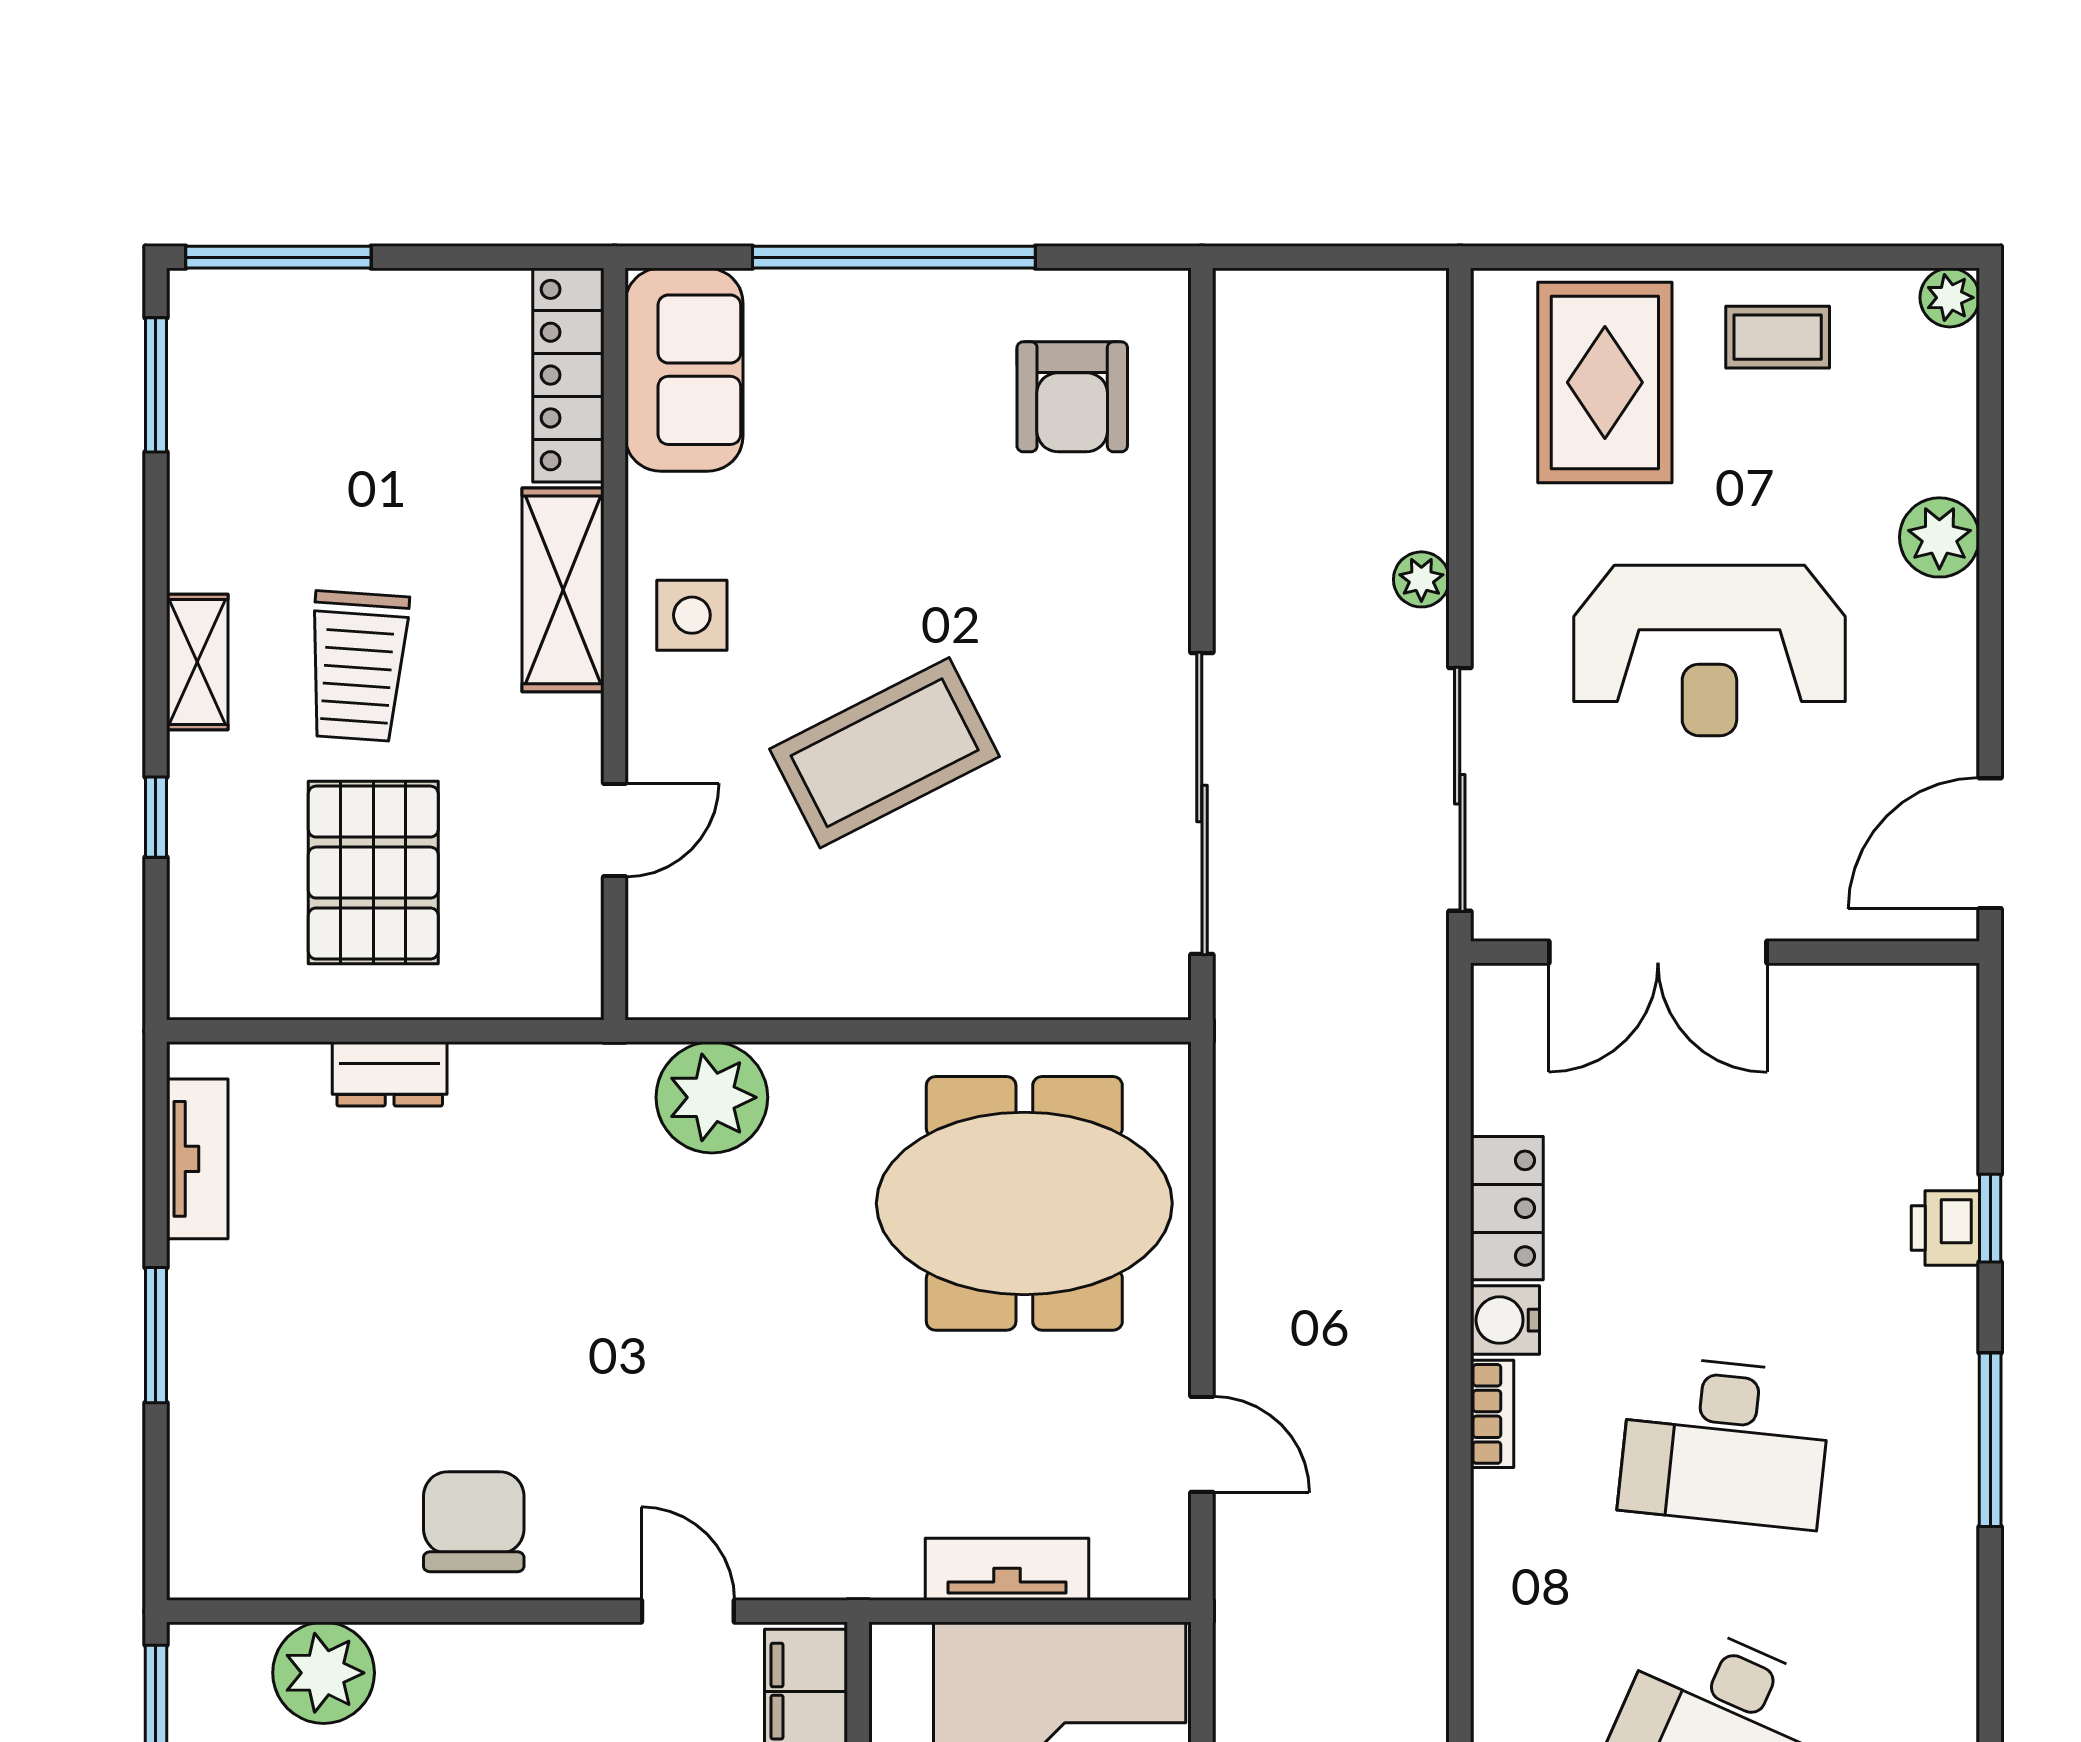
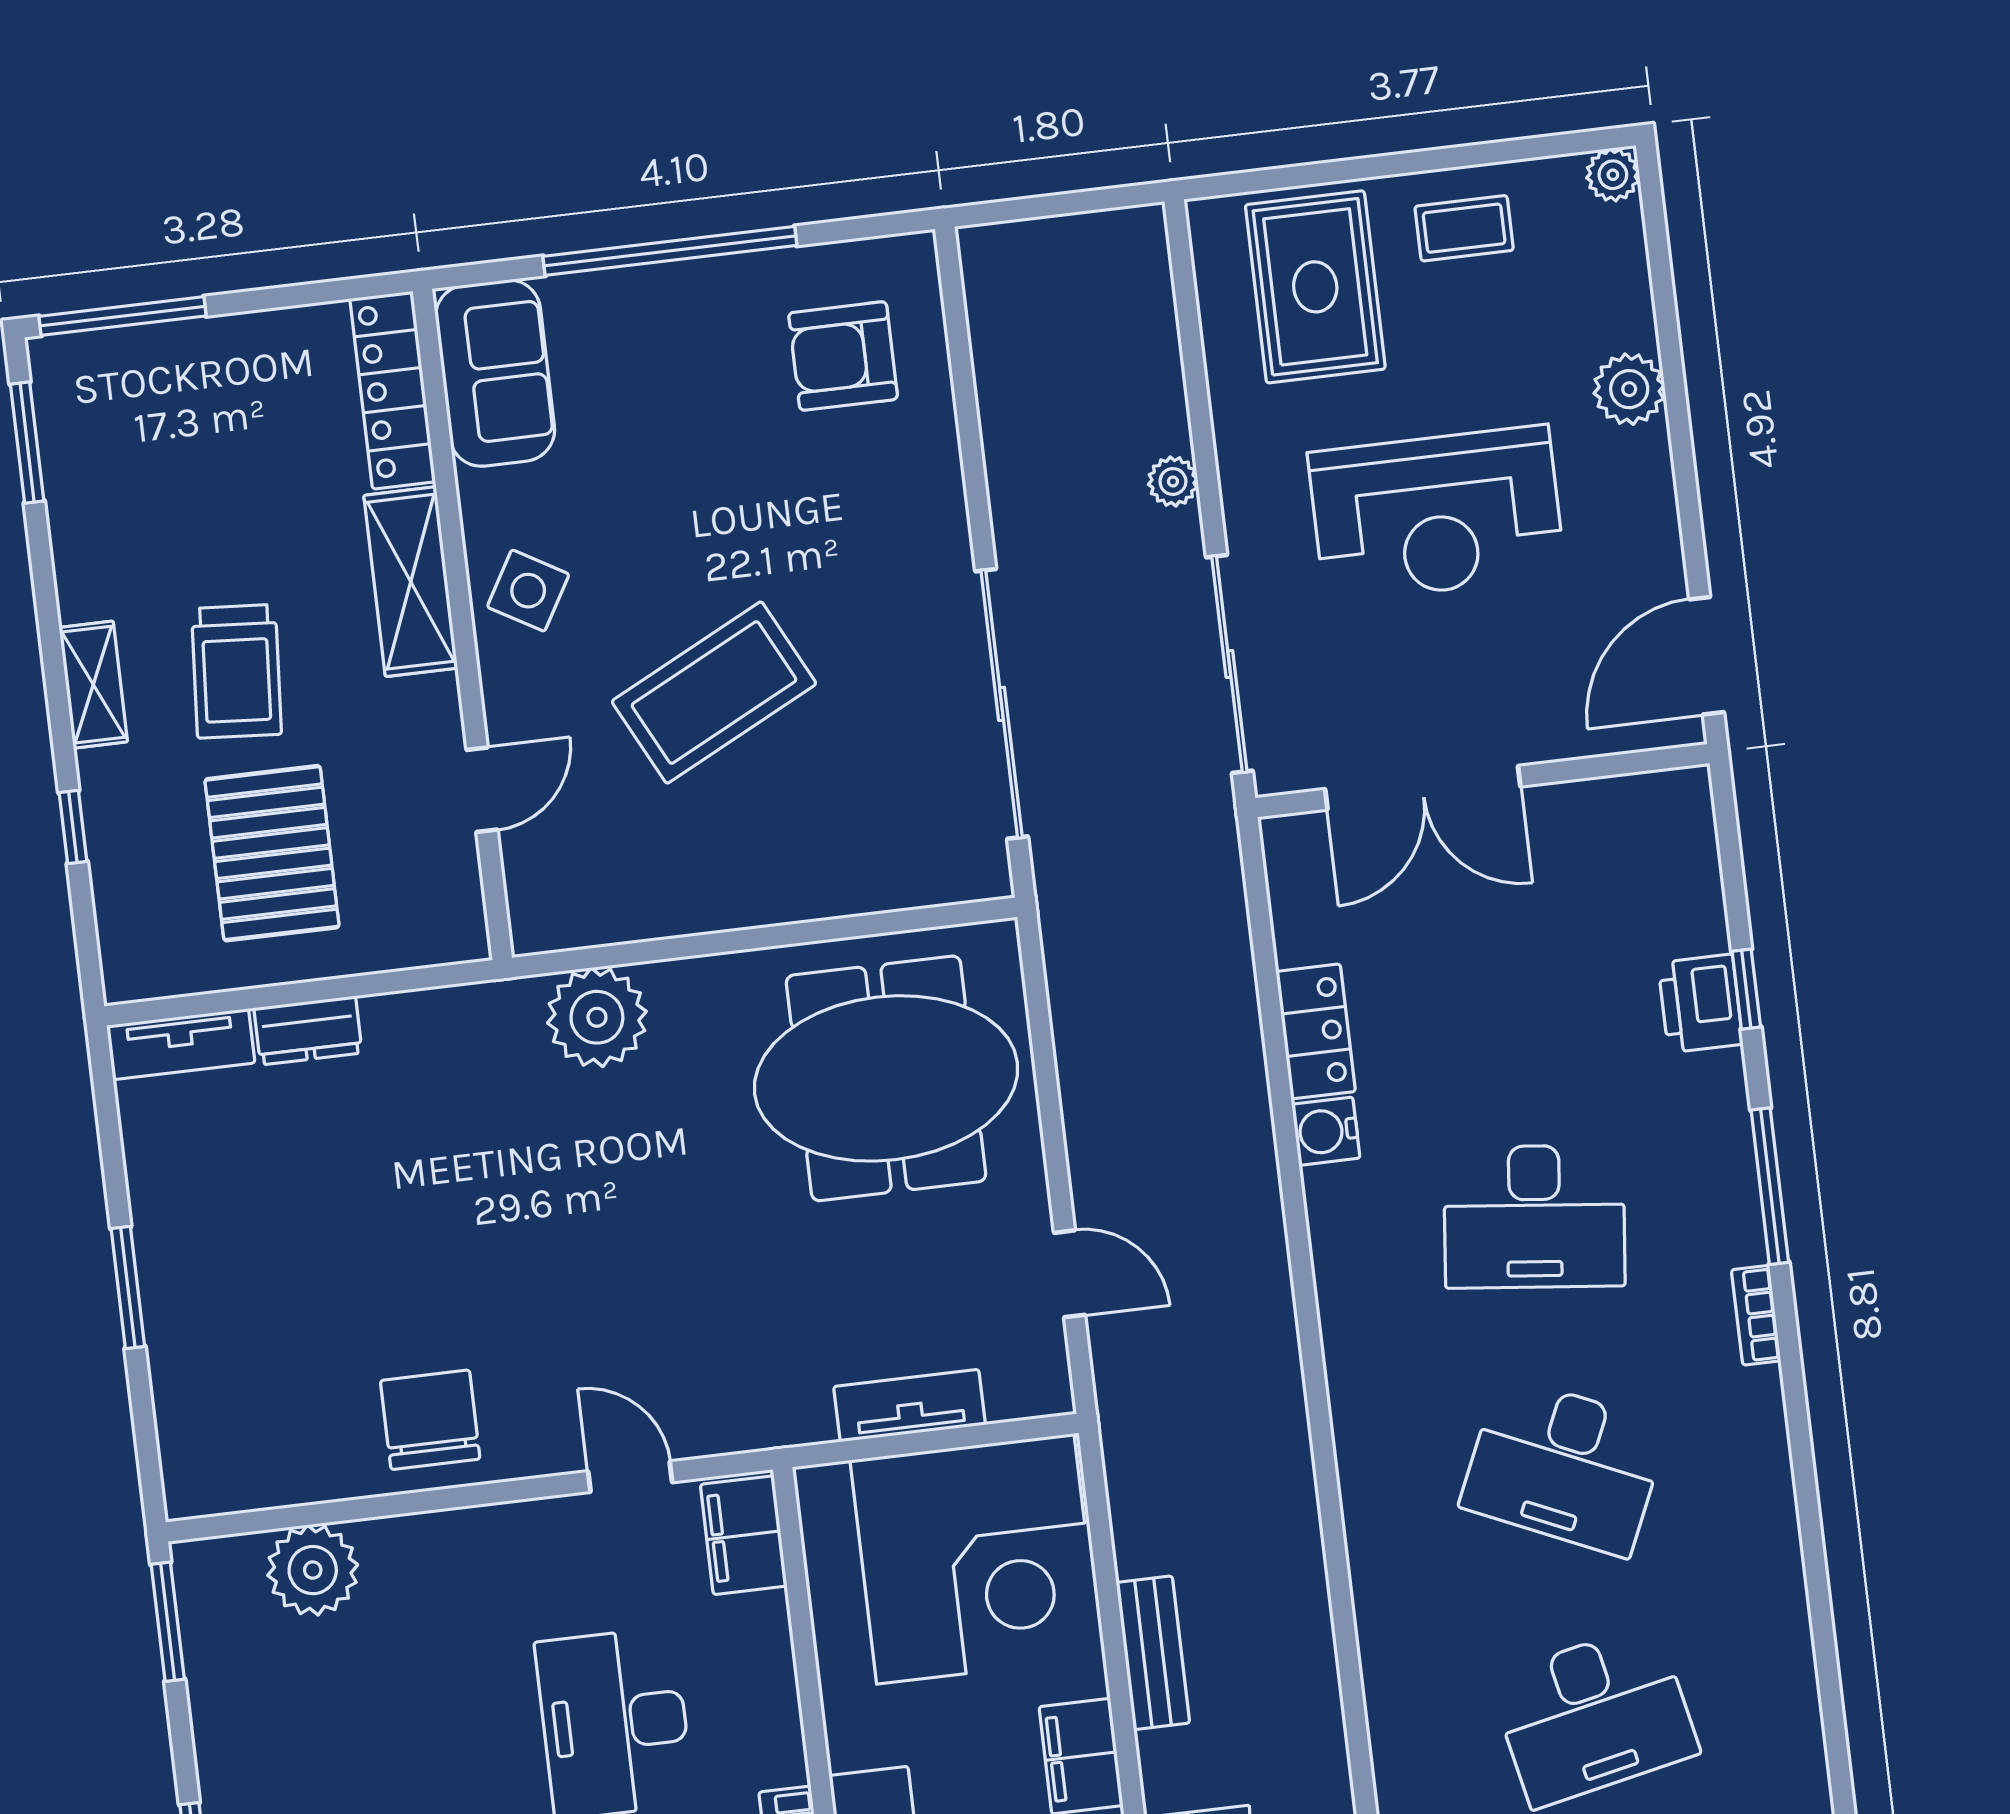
armchair: (1072, 397) -> (843, 356), turned 90
side table: (692, 615) -> (528, 591), turned 30
tv unit: (197, 1159) -> (181, 1044), moved, turned 90
printer: (1945, 1228) -> (1700, 1003), width x1.36, depth x1.24
bookcase: (1492, 1414) -> (1756, 1315), moved, turned 180

